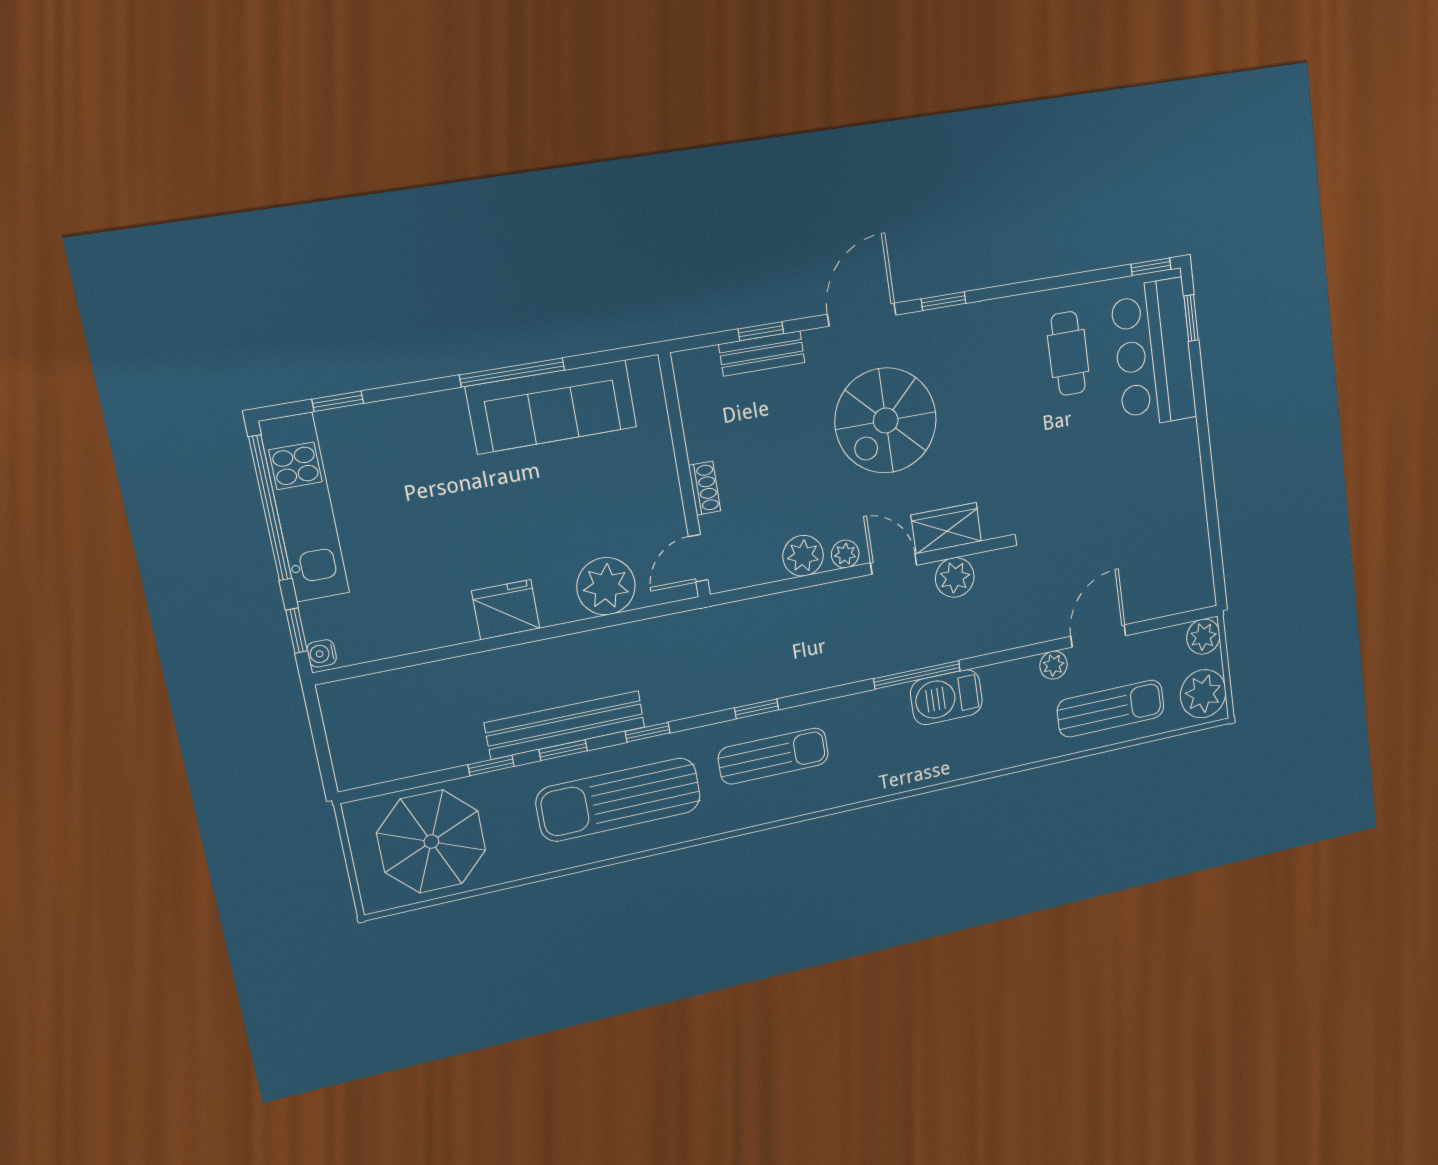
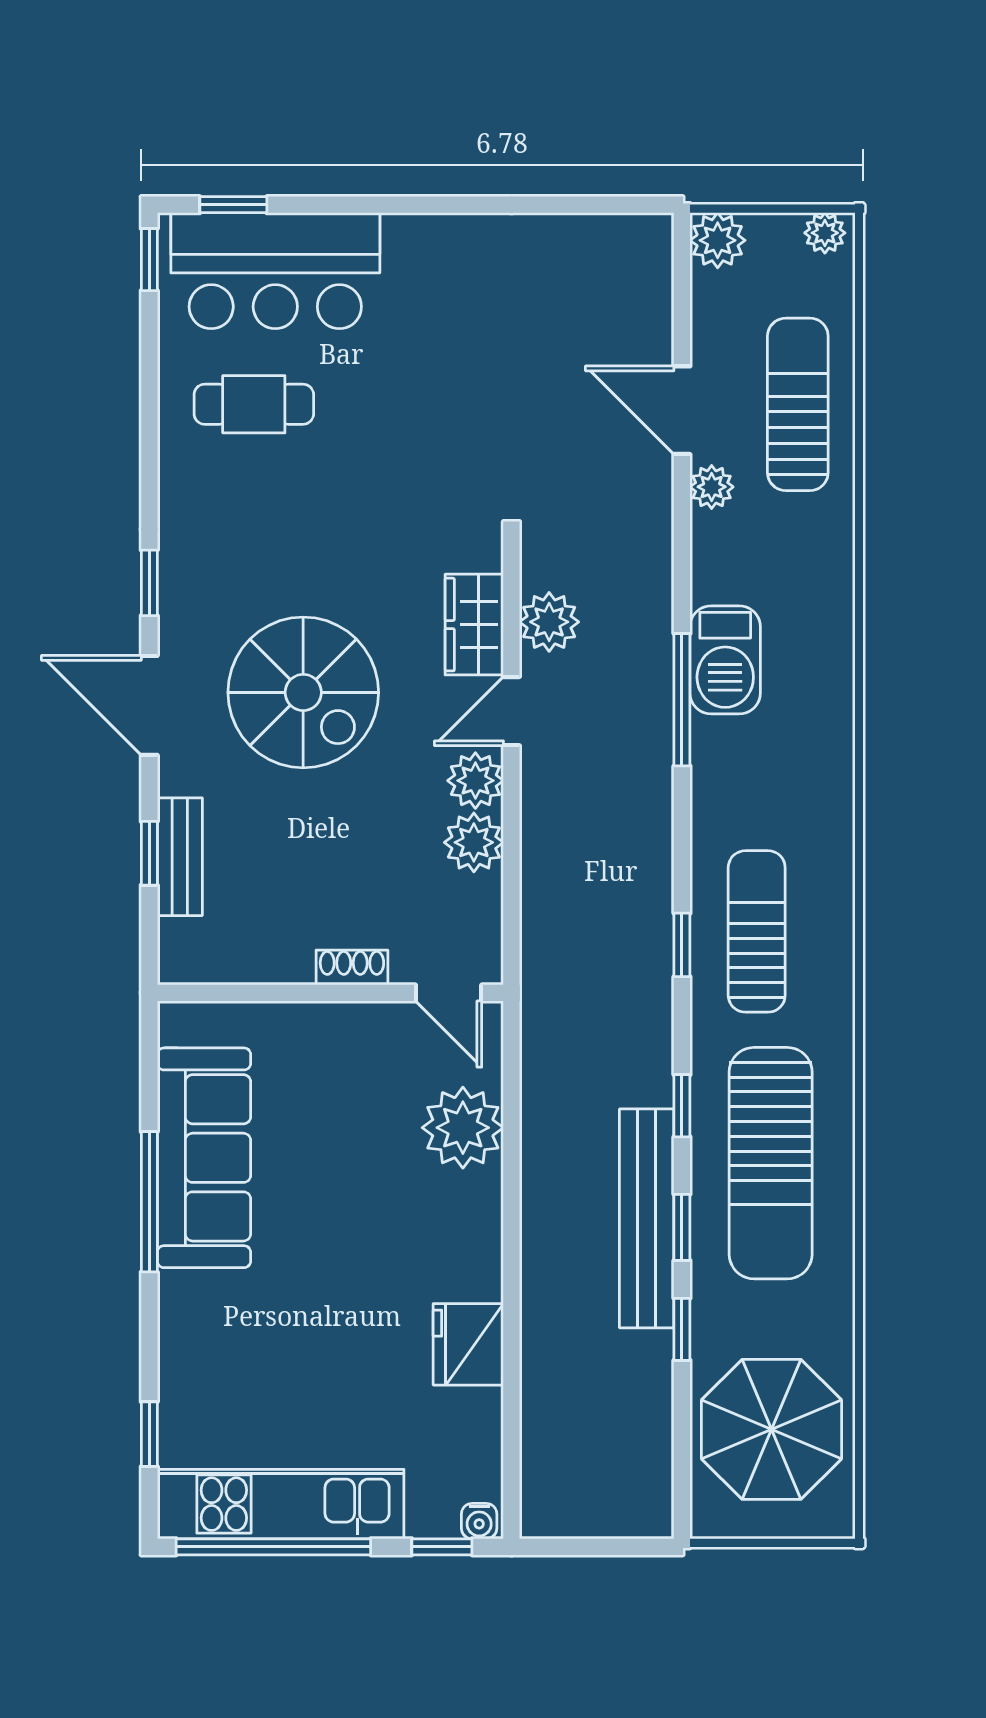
plant: (845, 554) -> (475, 781), width x1.38, depth x1.38
fridge: (506, 610) -> (468, 1344), moved
plant: (1203, 694) -> (825, 233), width x0.53, depth x0.53

